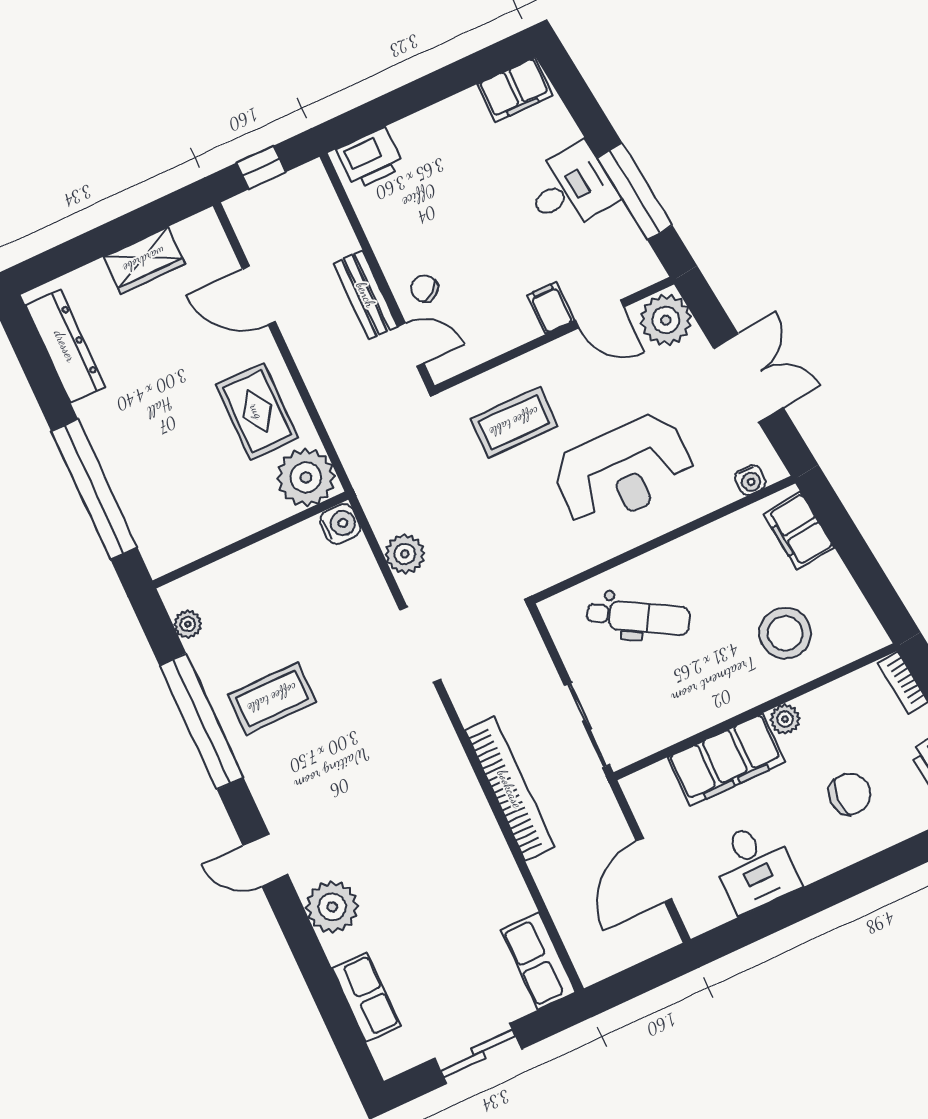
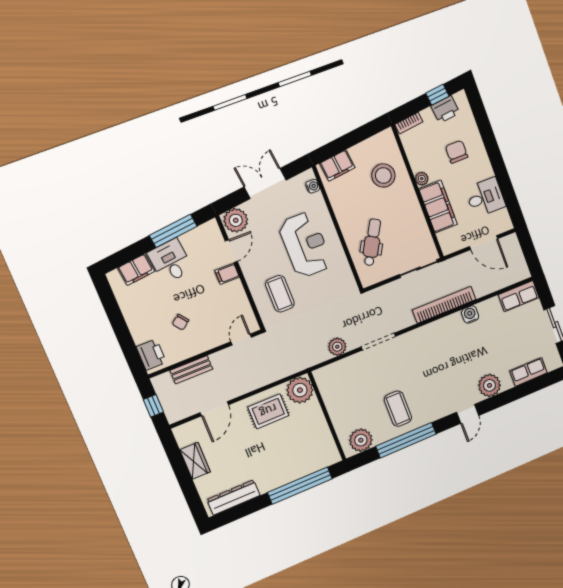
filing cabinet: (515, 90) -> (136, 270), moved, turned 83
chair: (424, 288) -> (181, 322), moved
bench: (366, 295) -> (191, 370), moved
water cooler: (340, 524) -> (470, 314), moved
plant: (188, 624) -> (361, 440), width x1.87, depth x1.87

